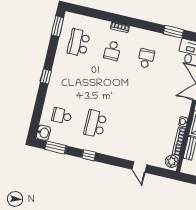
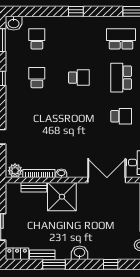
school desk: (112, 51) -> (121, 78), width x1.85
school desk: (104, 87) -> (79, 78), added
school desk: (95, 124) -> (37, 78), width x0.54

